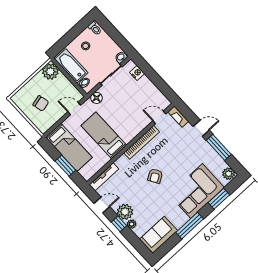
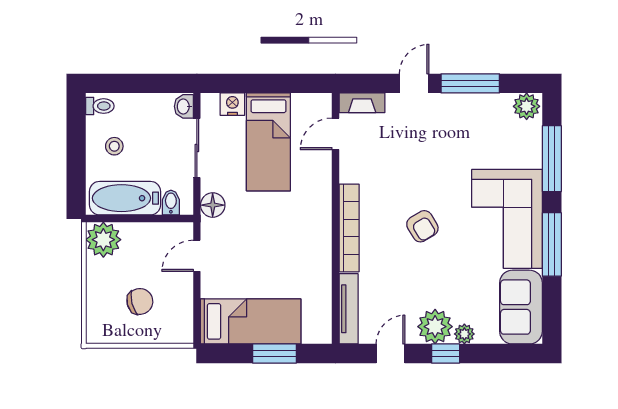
bed: (104, 135) -> (268, 142), moved, turned -90
bookcase: (142, 142) -> (349, 228), moved
corner sofa: (197, 191) -> (507, 219), moved
window: (219, 199) -> (552, 159), width x1.44

